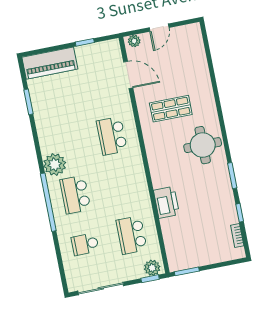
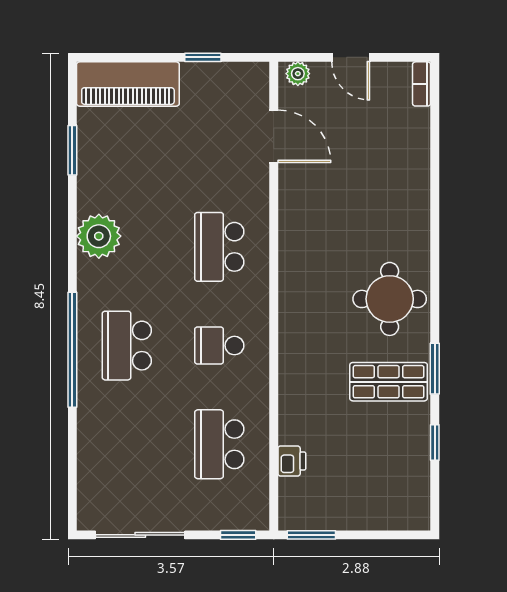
door: (159, 28) -> (351, 57), hinge flipped
shop shelf: (171, 109) -> (389, 382), moved
plant: (55, 165) -> (99, 236), moved
printer: (166, 202) -> (292, 461), moved, width x0.53, depth x0.68
bookcase: (237, 235) -> (422, 84), moved
school desk: (85, 244) -> (219, 346), moved
plant: (152, 268) -> (246, 515), removed

